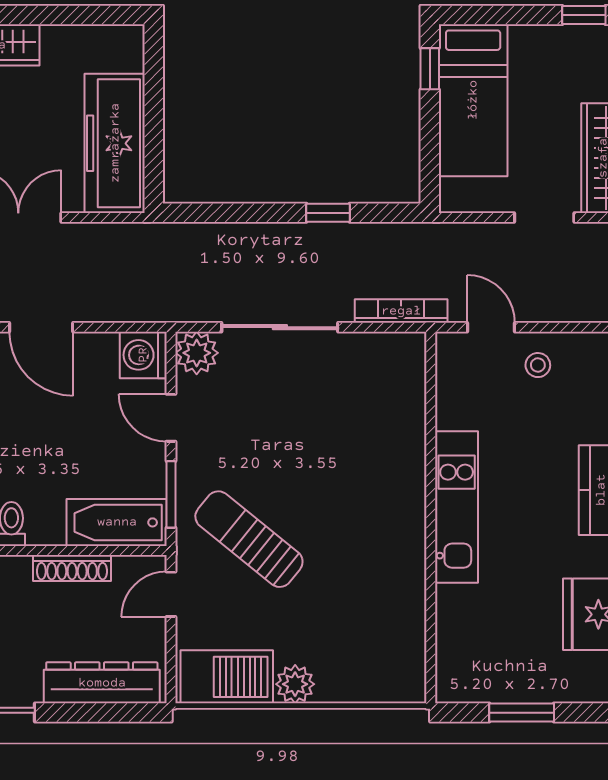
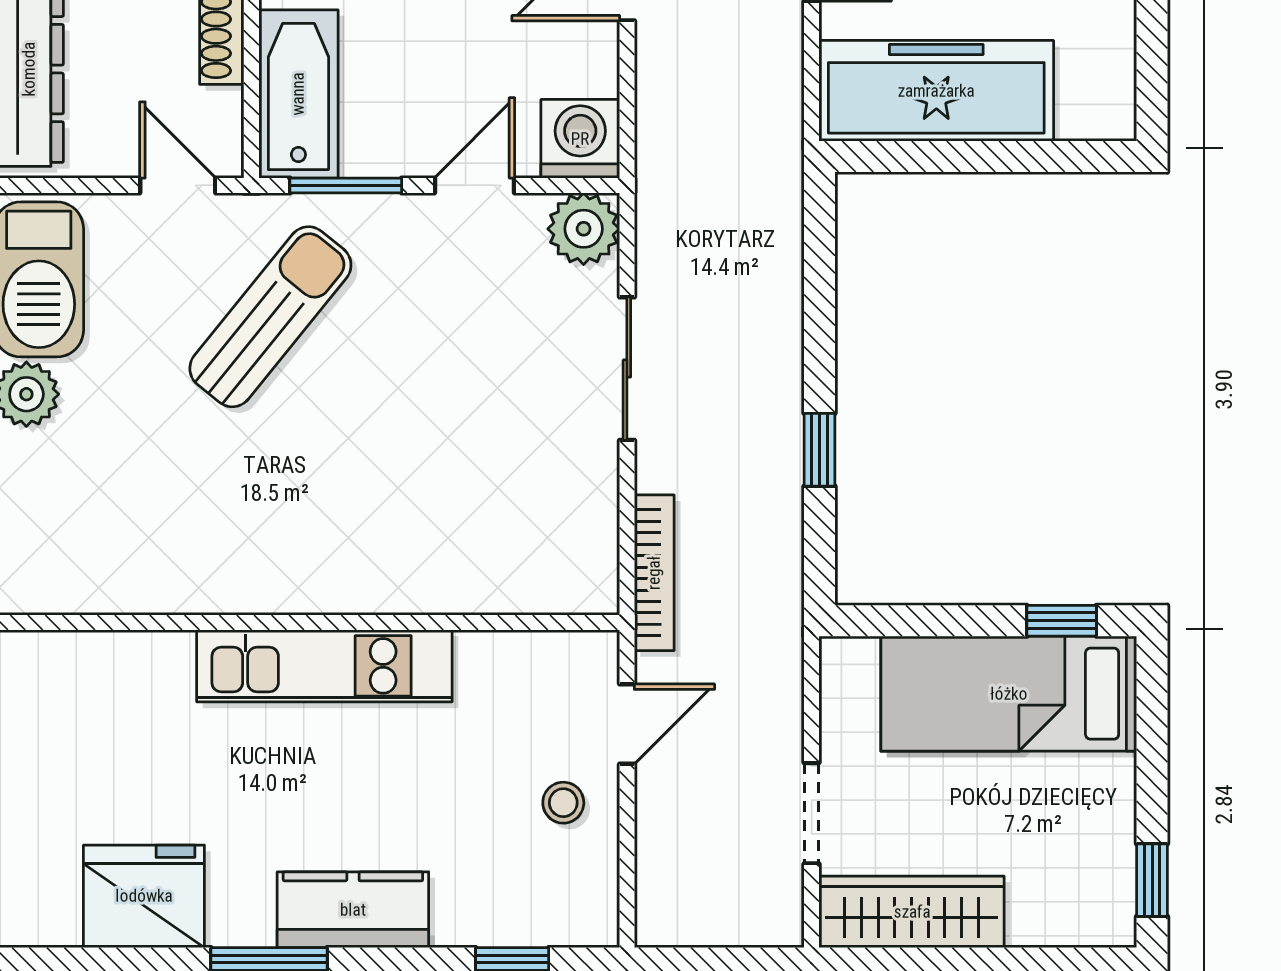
sliding door: (280, 327) -> (627, 369), width x0.73

